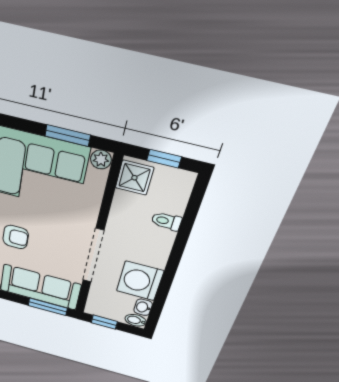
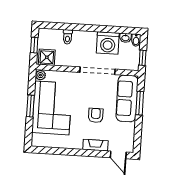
window: (68, 136) -> (30, 106), moved
window: (48, 307) -> (140, 103), moved

